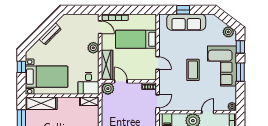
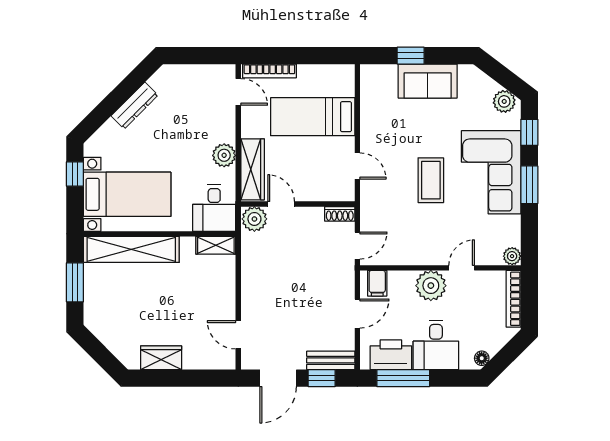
sofa: (186, 22) -> (428, 81), width x0.73
plant: (93, 48) -> (224, 155), moved
shelving: (41, 103) -> (131, 249), width x1.47

